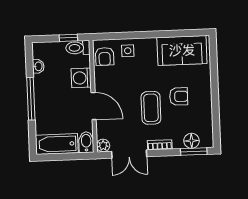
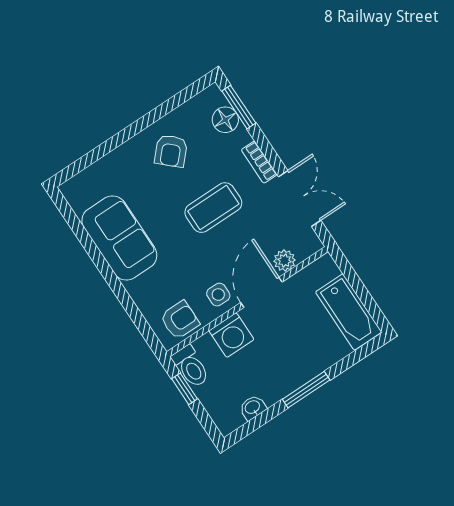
sofa: (182, 50) -> (119, 238), moved
side table: (128, 51) -> (218, 295), moved
armchair: (179, 96) -> (171, 151), moved, turned -138
window: (31, 99) -> (306, 390), width x0.69
bidet: (86, 142) -> (320, 271), removed
plant: (103, 146) -> (285, 261), moved

